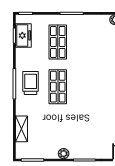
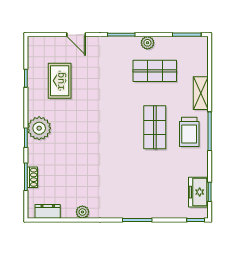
shop shelf: (58, 42) -> (155, 71), moved, turned 90
shelving: (21, 129) -> (201, 93), moved

